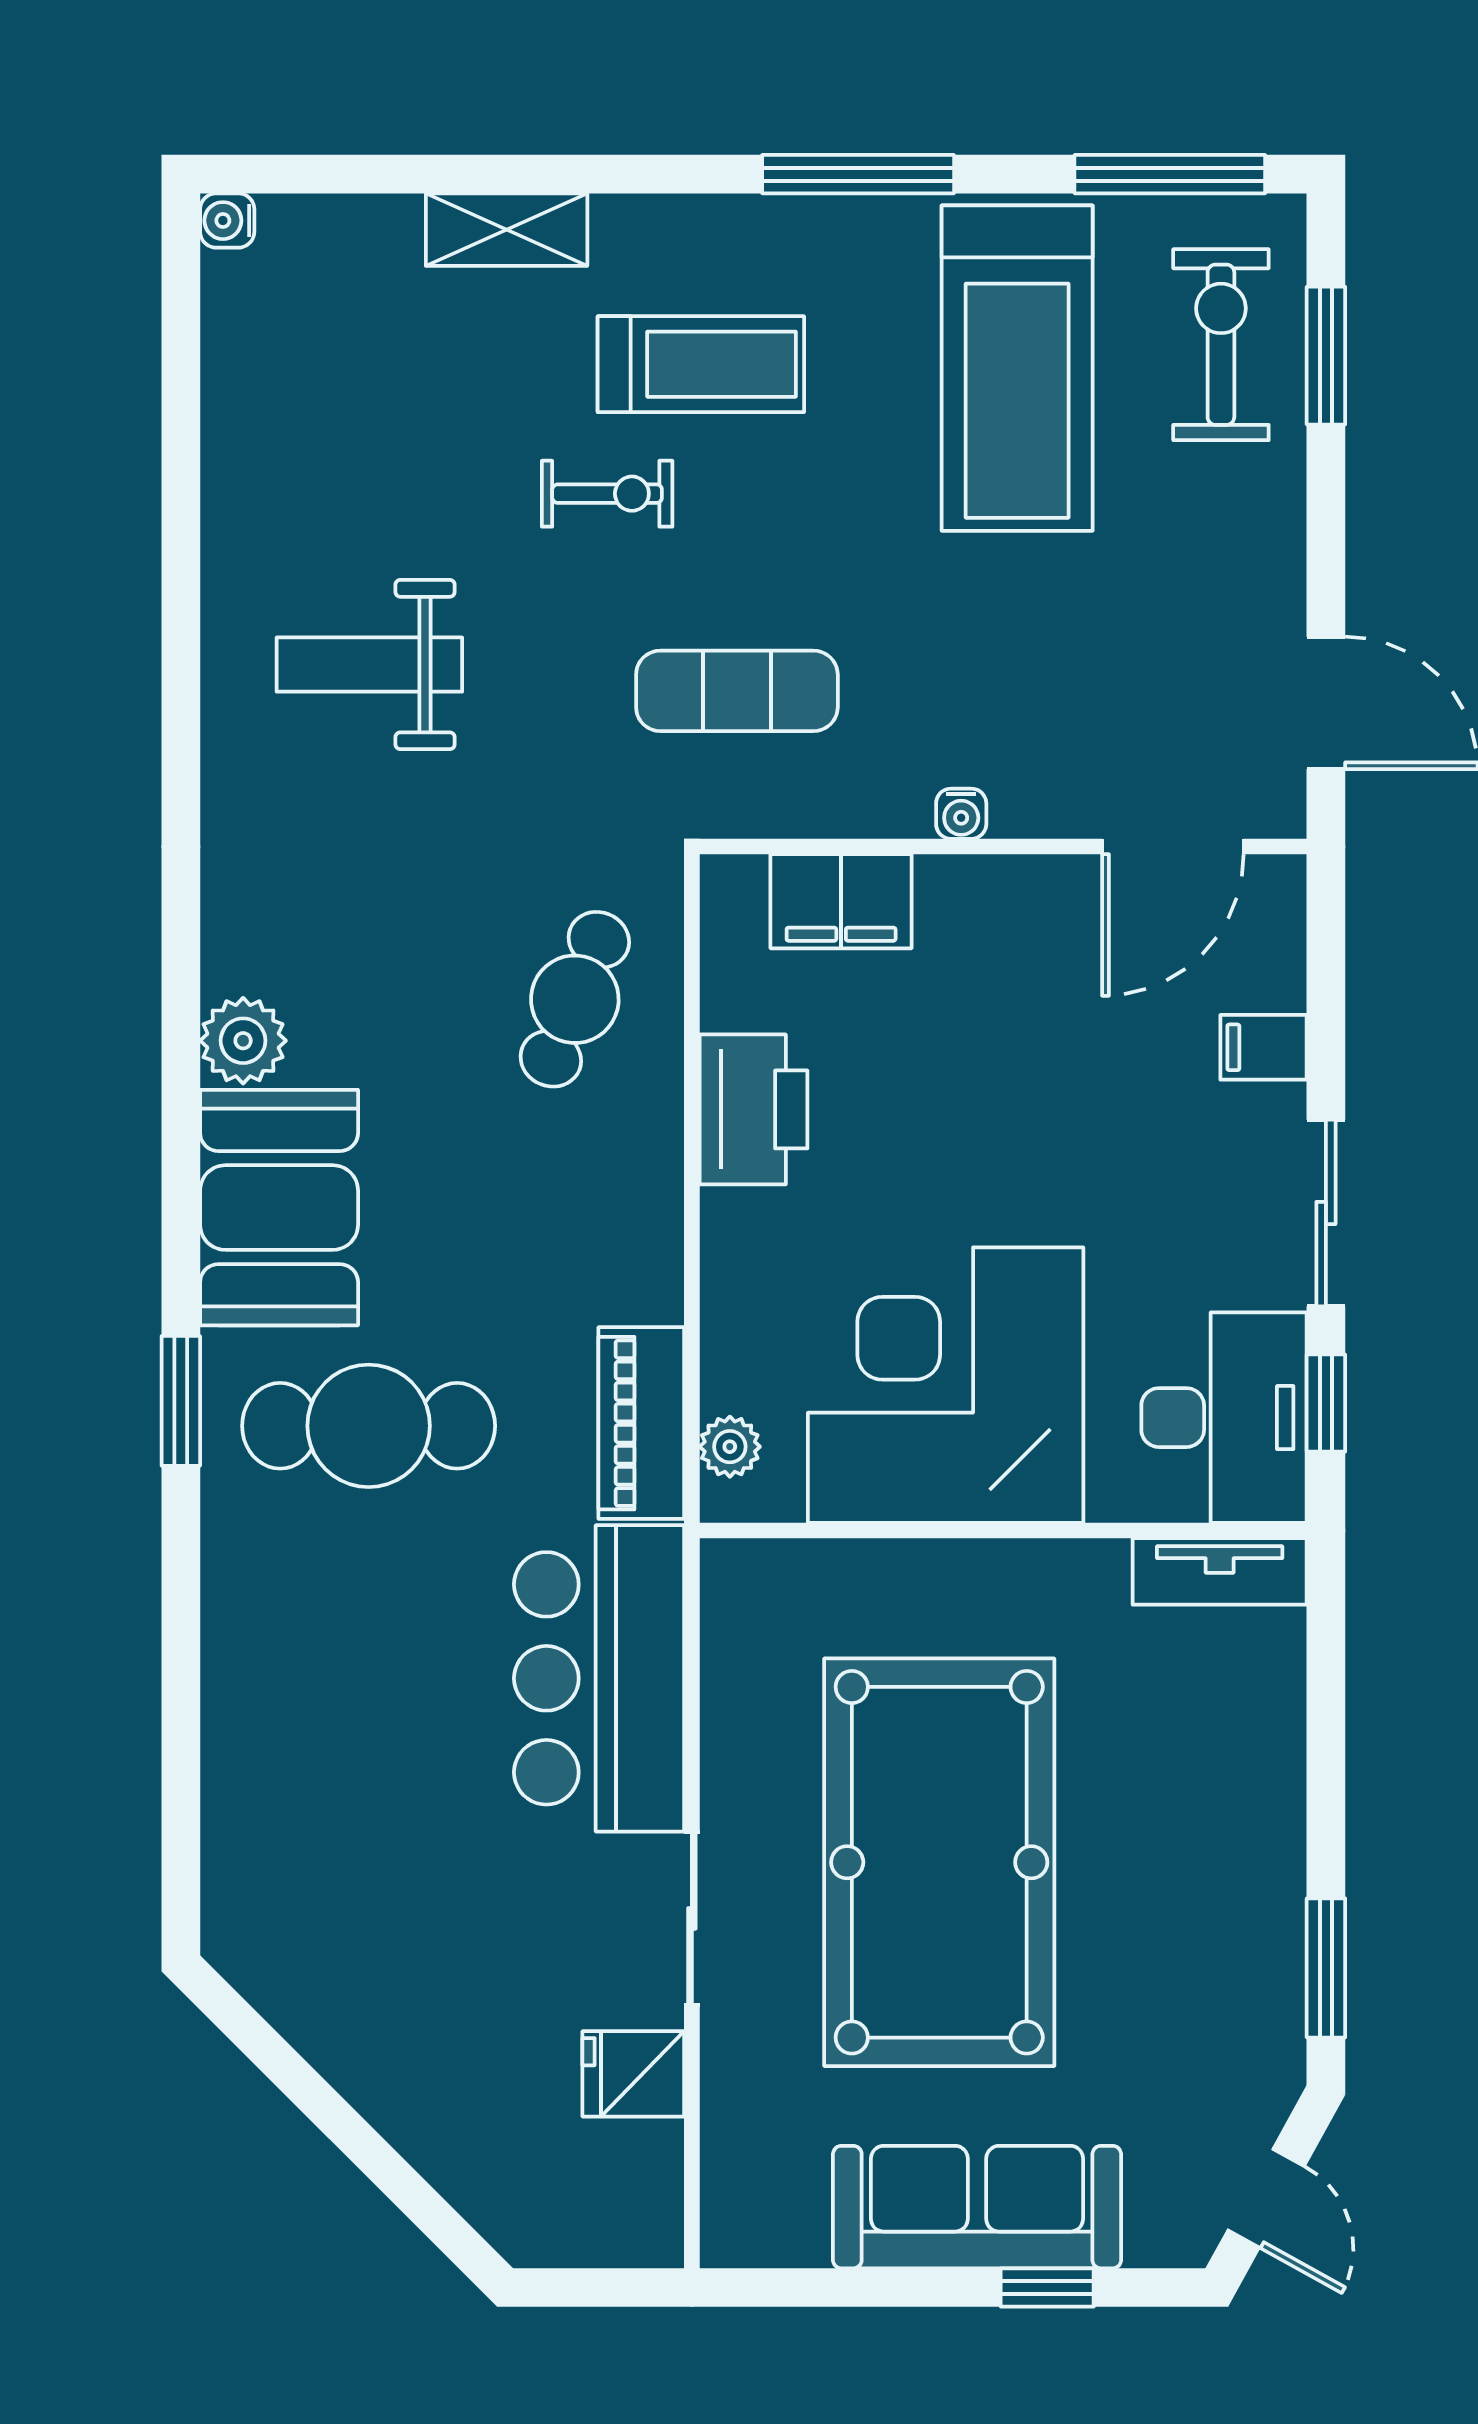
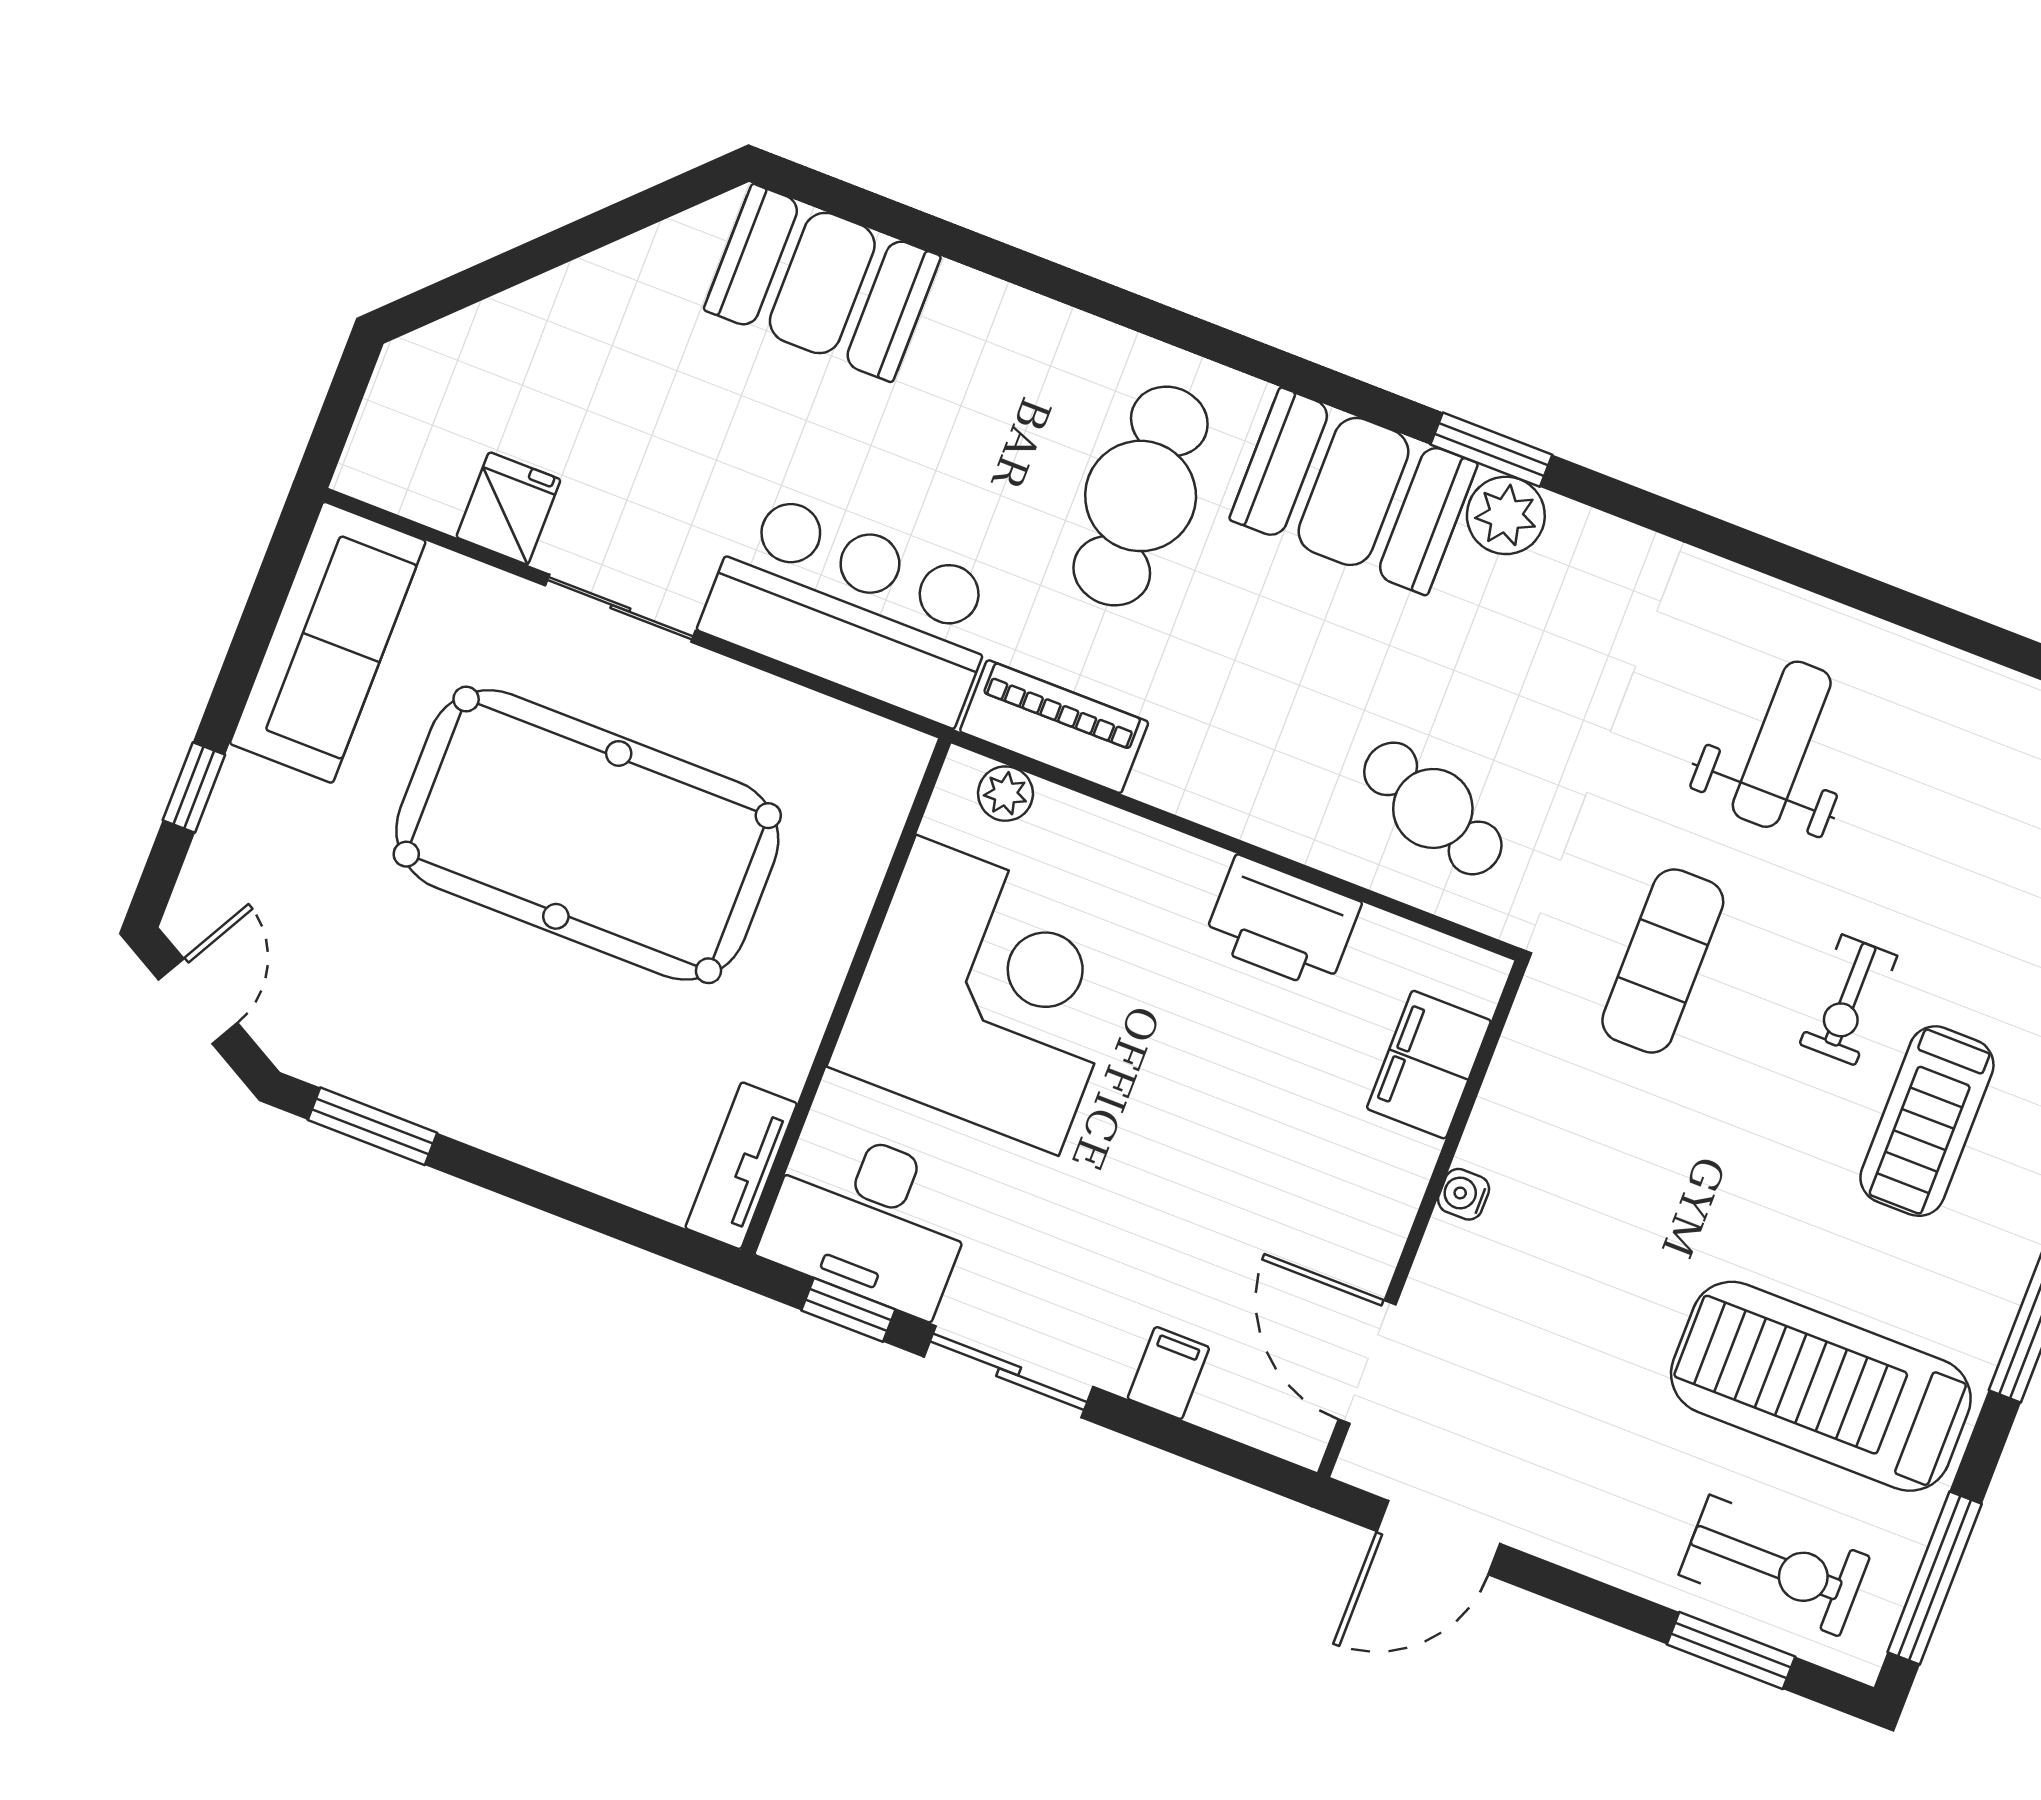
exercise mat: (737, 691) -> (1663, 961), moved
window: (181, 1401) -> (1491, 450), moved
booth: (275, 1840) -> (822, 283), added
door: (1266, 2198) -> (198, 1001), swing flipped
sofa: (977, 2207) -> (328, 642), moved

